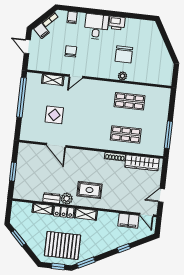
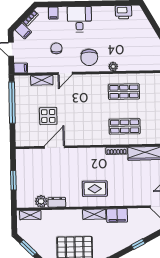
printer: (117, 23) -> (124, 12), moved
chair: (124, 54) -> (89, 57), moved
filing cabinet: (34, 66) -> (21, 68), added
door: (56, 145) -> (54, 147), swing flipped
plant: (67, 199) -> (41, 201), moved
shelving: (43, 209) -> (30, 215), moved
locker: (64, 212) -> (71, 215), removed
filing cabinet: (128, 221) -> (117, 215), moved

